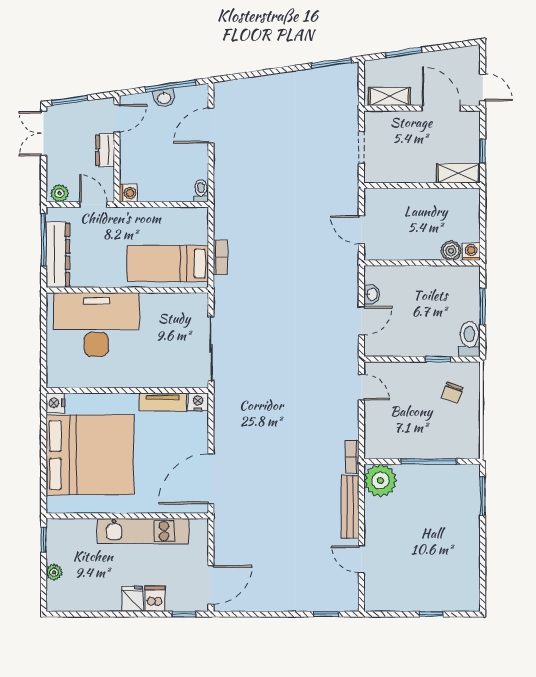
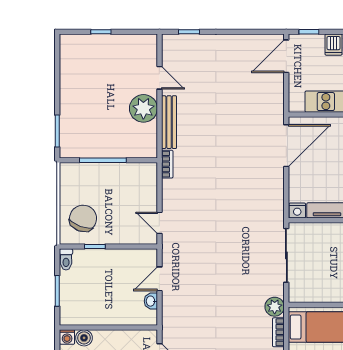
plant: (225, 288) -> (275, 307), added
toilet: (469, 339) -> (66, 259), width x0.73, depth x0.72
chair: (452, 393) -> (83, 218), width x1.87, depth x1.87
plant: (380, 481) -> (143, 108), moved

